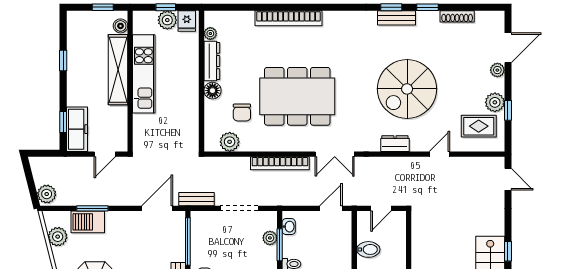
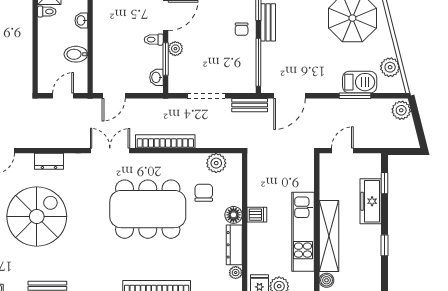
dishwasher: (189, 91) -> (257, 215), added
freezer: (77, 129) -> (371, 201), moved
plant: (270, 238) -> (175, 49), moved

